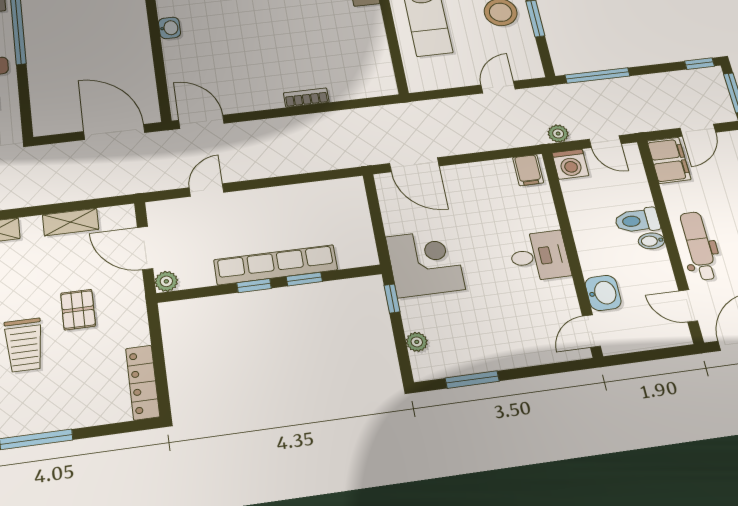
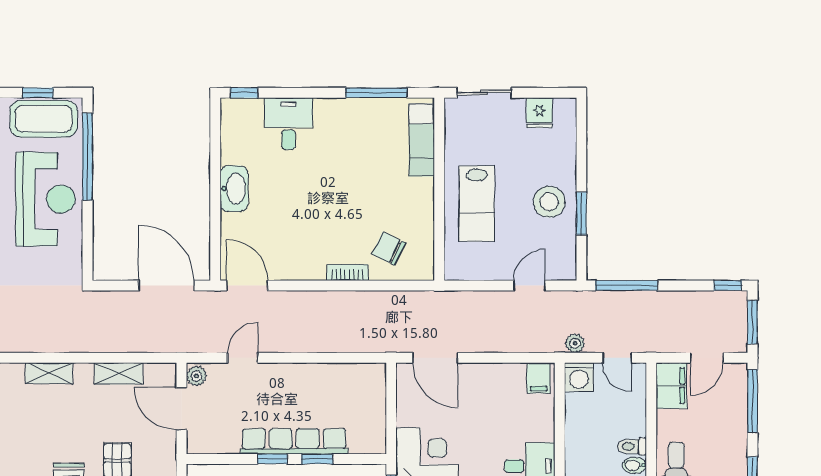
washbasin: (169, 28) -> (234, 189), width x1.91, depth x1.45
chair: (346, 71) -> (389, 249), added
toilet: (637, 221) -> (632, 446), width x0.73, depth x0.72
plant: (166, 281) -> (196, 376), moved

